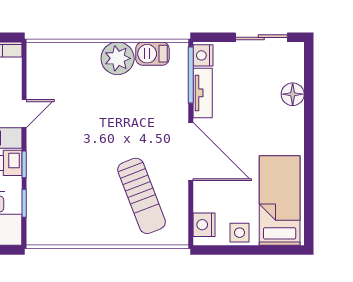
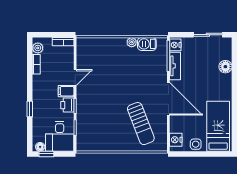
plant: (118, 58) -> (132, 42), width x0.53, depth x0.53

